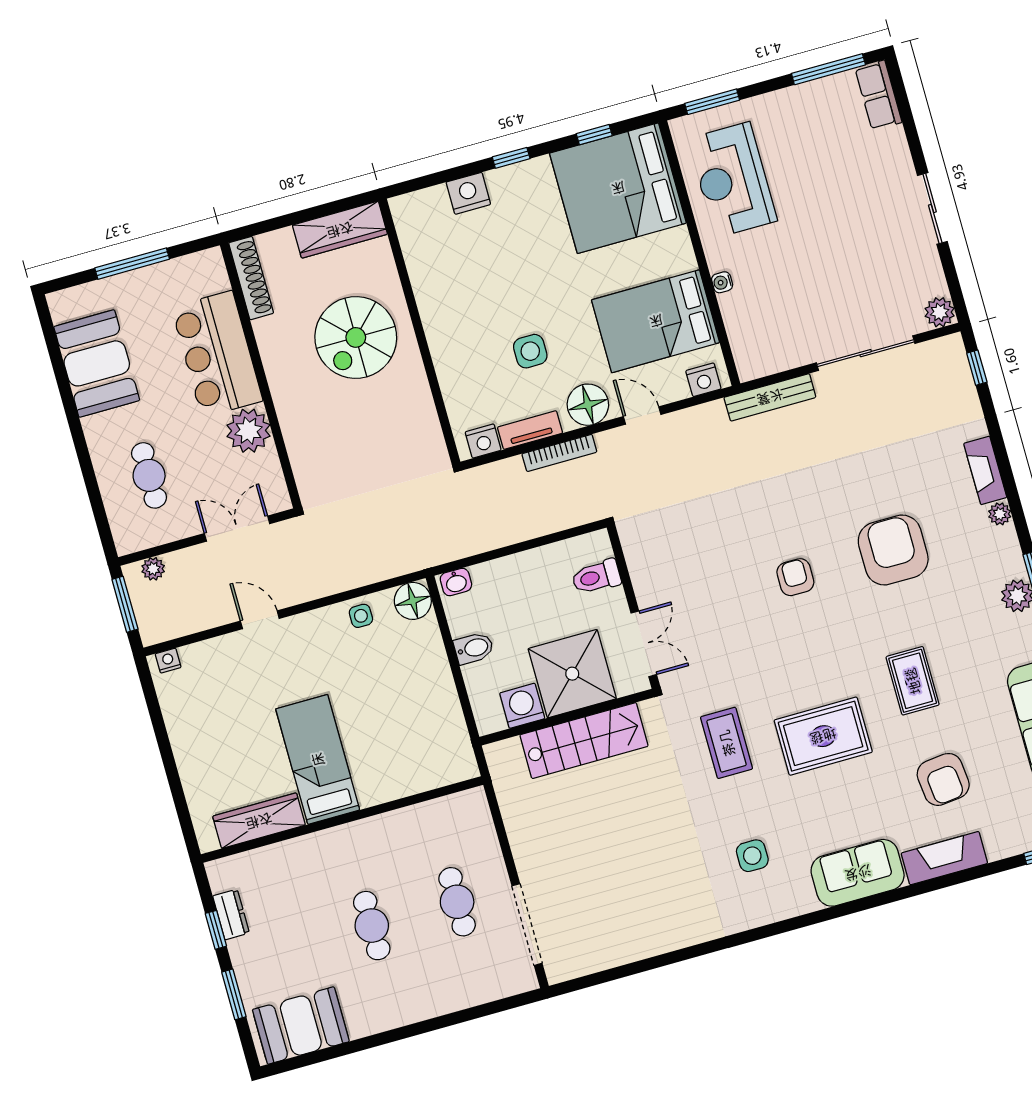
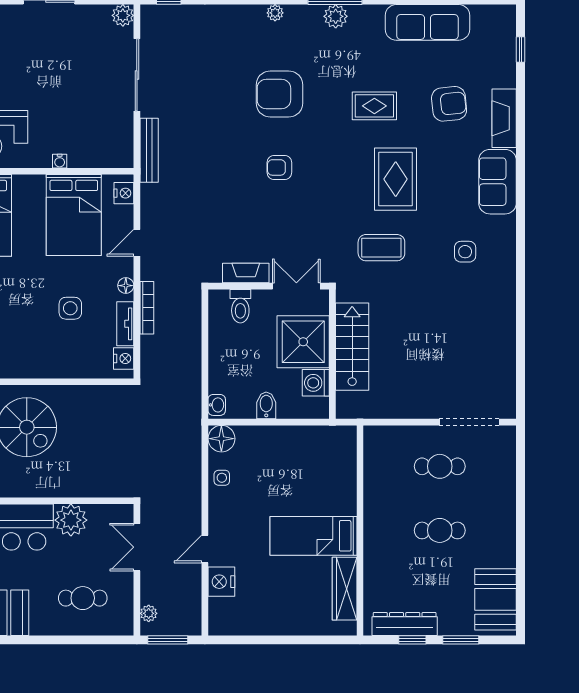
floor lamp: (588, 405) -> (126, 286), width x0.53, depth x0.53
fireplace: (985, 470) -> (246, 273), moved, turned 180
nightstand: (168, 661) -> (221, 582), moved, width x1.89, depth x1.79
dresser: (231, 914) -> (405, 624), width x1.96, depth x1.24

